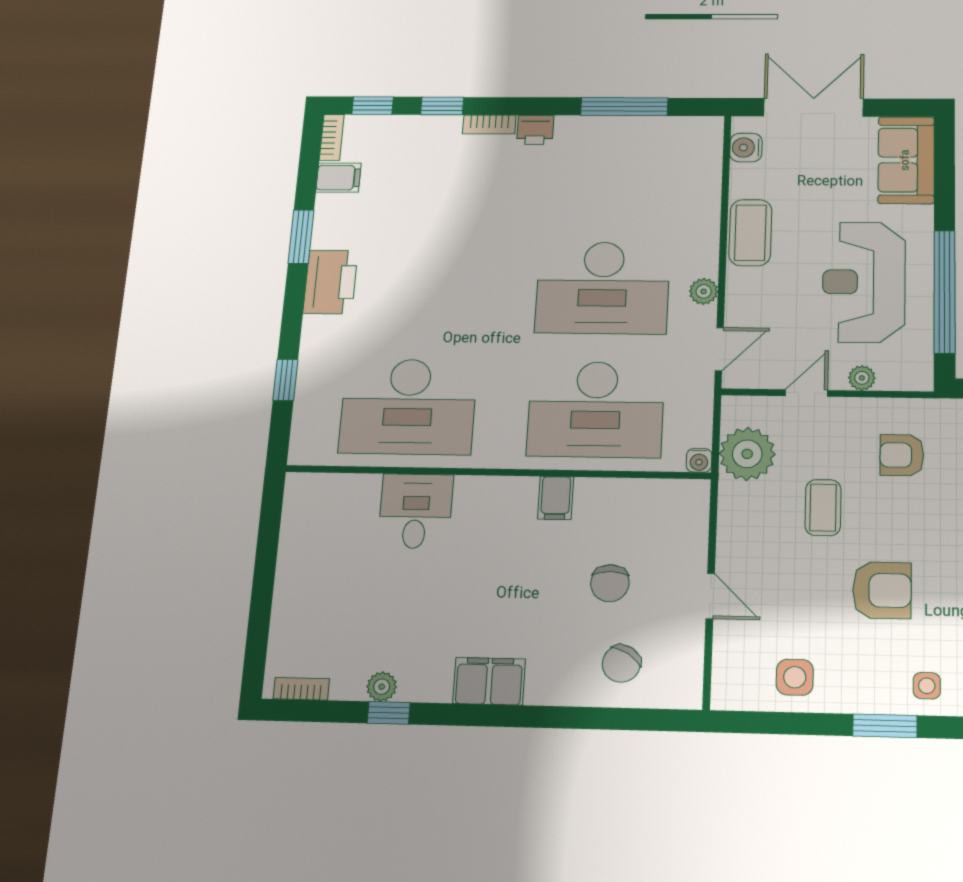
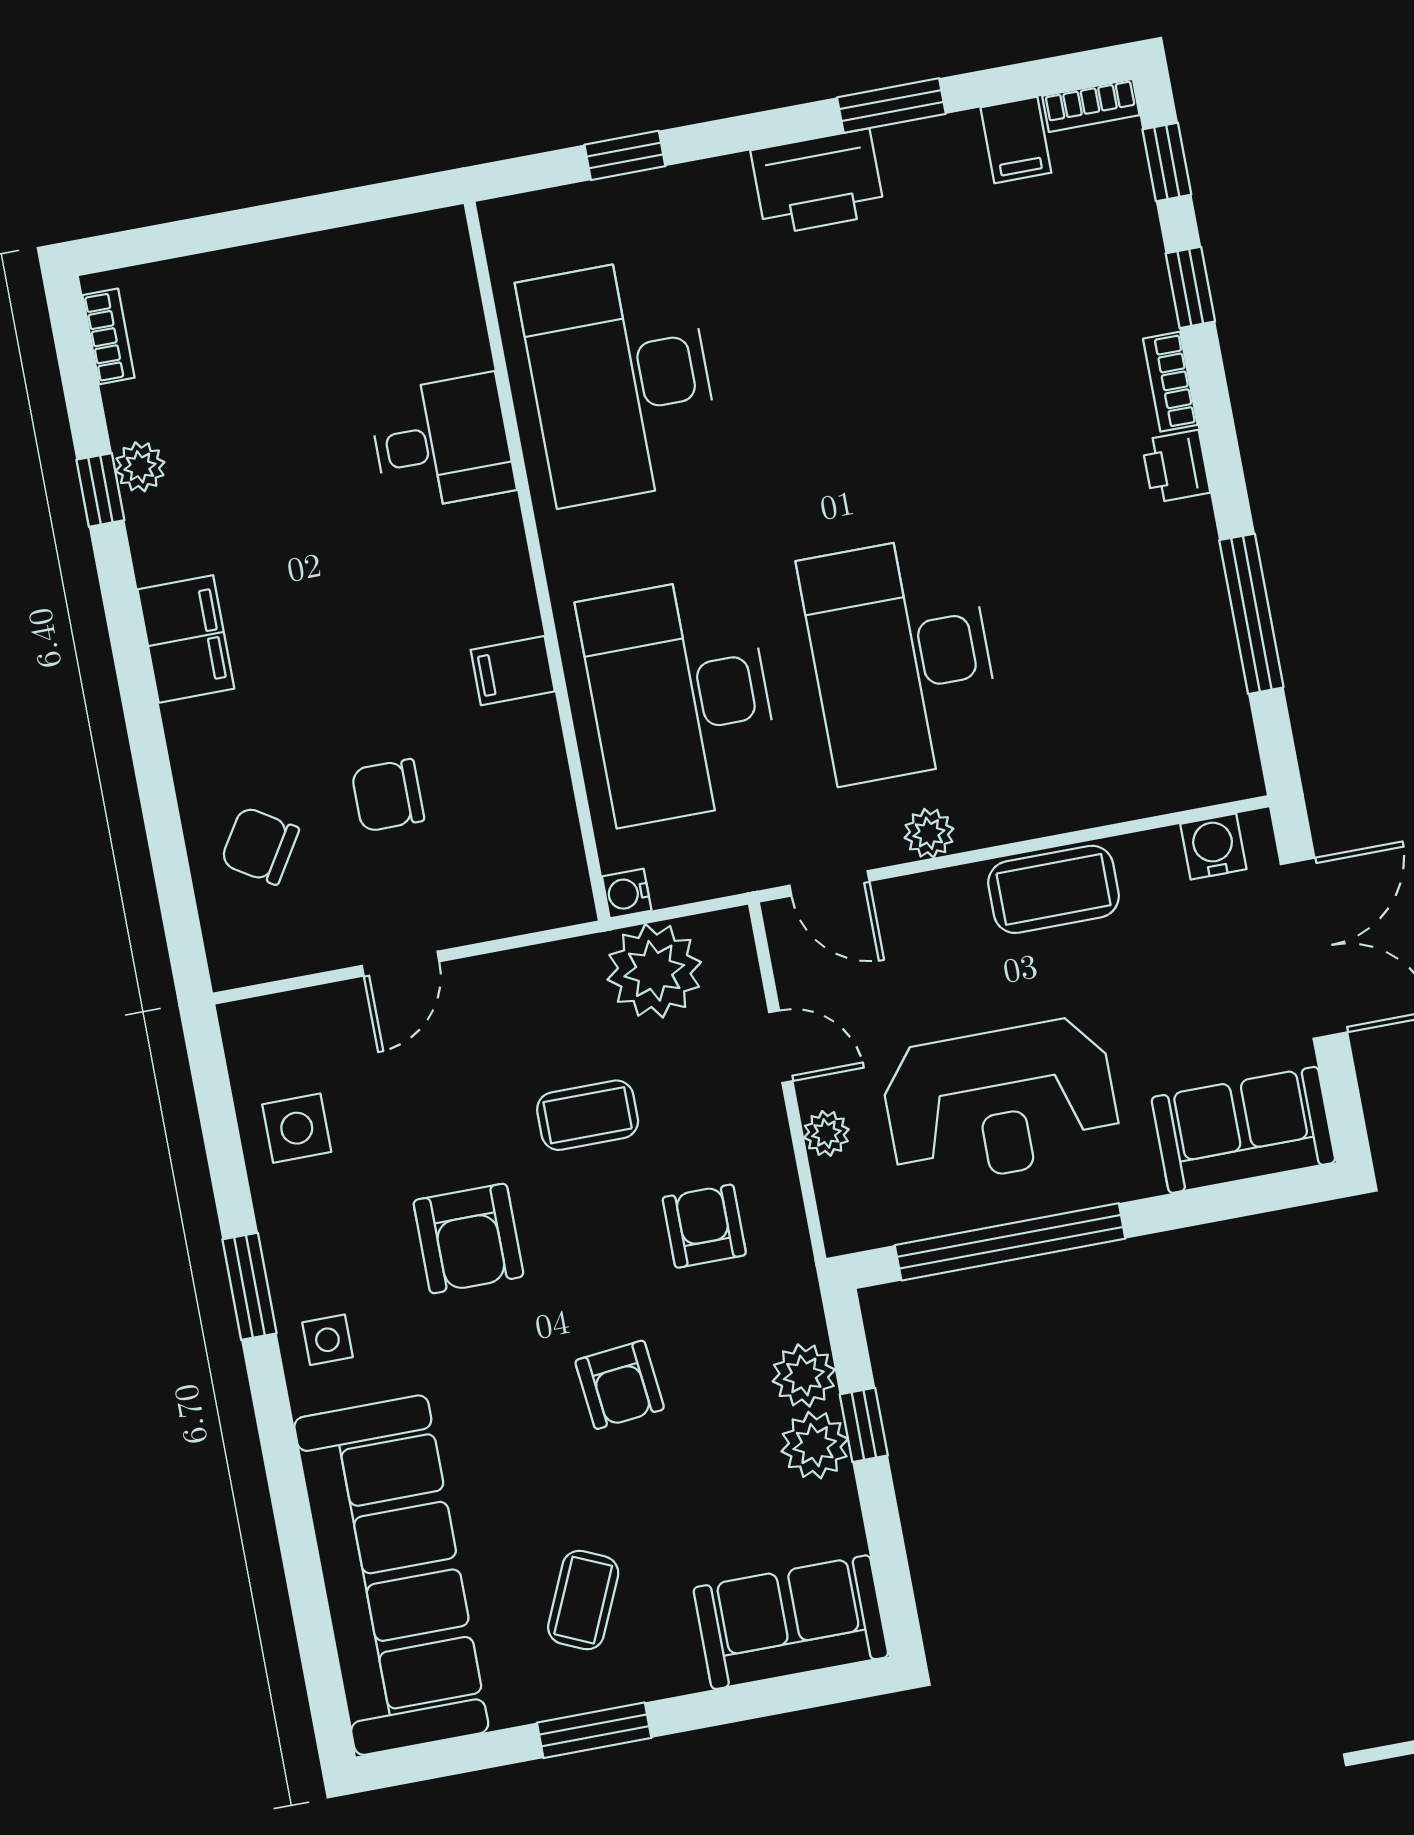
reception desk: (864, 282) -> (1000, 1102), turned 180

